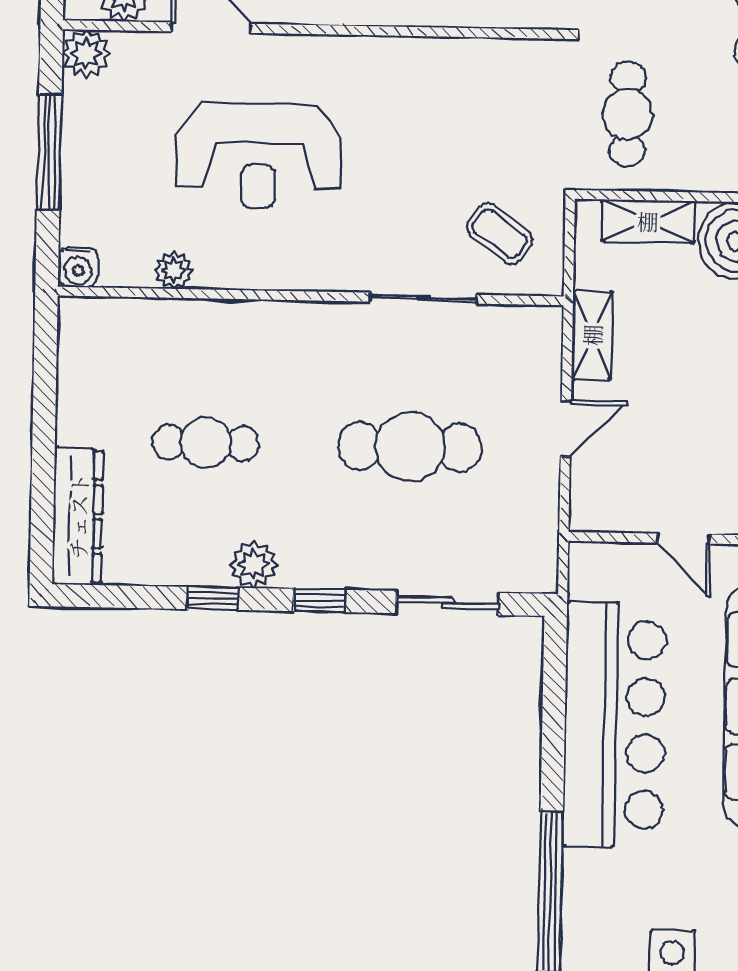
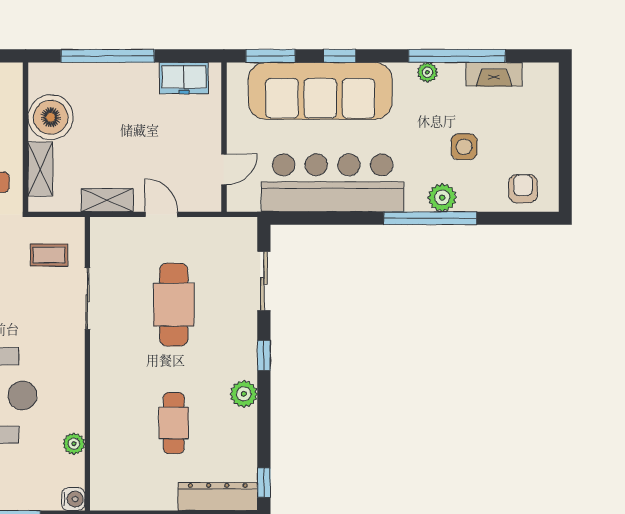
coffee table: (500, 234) -> (49, 255), turned 54
door: (684, 539) -> (224, 169), moved
window: (213, 598) -> (264, 482), moved
plant: (586, 913) -> (442, 198), added

